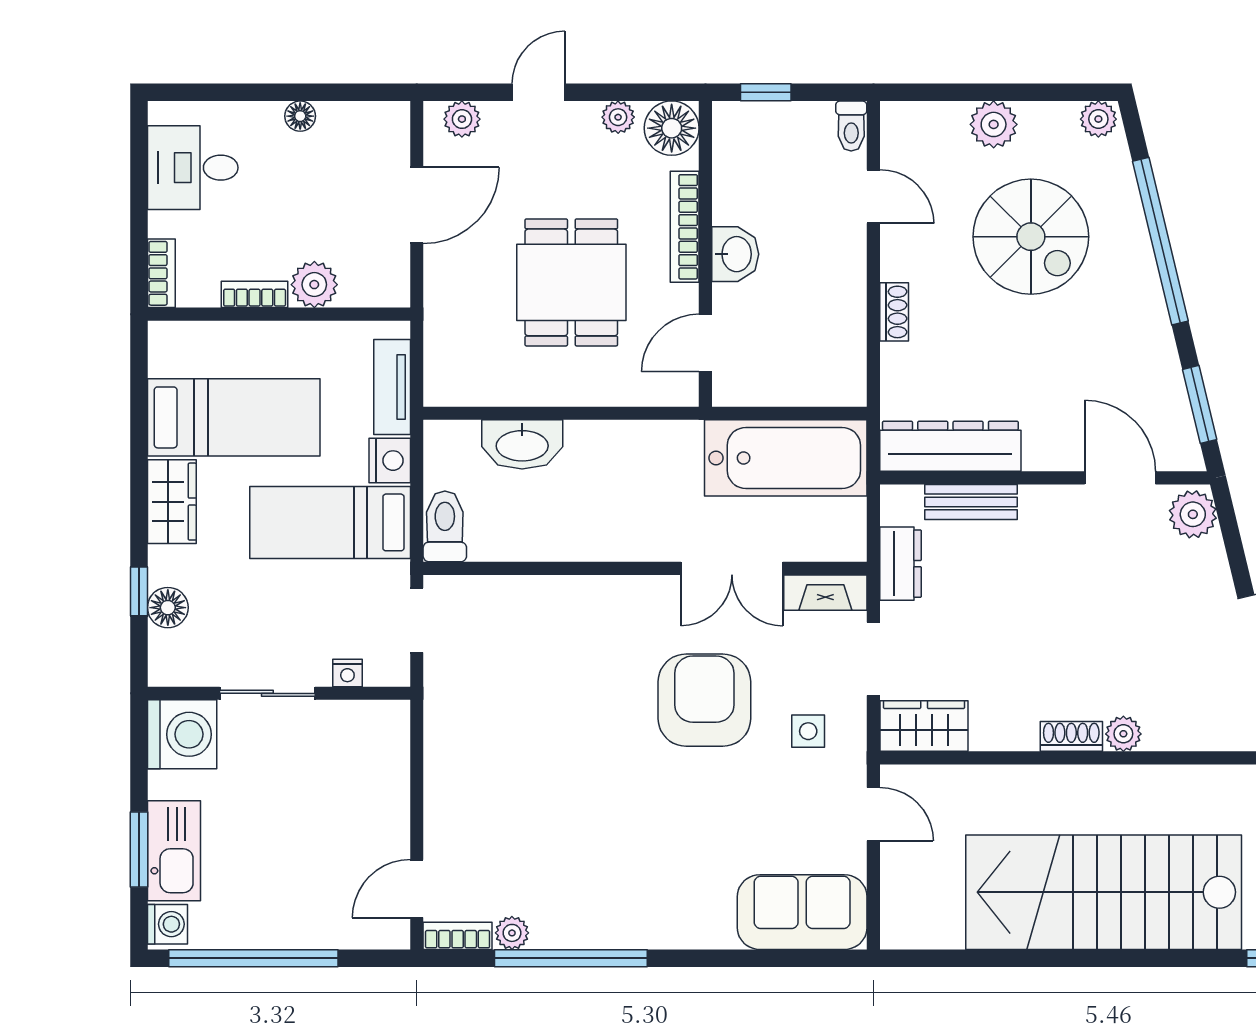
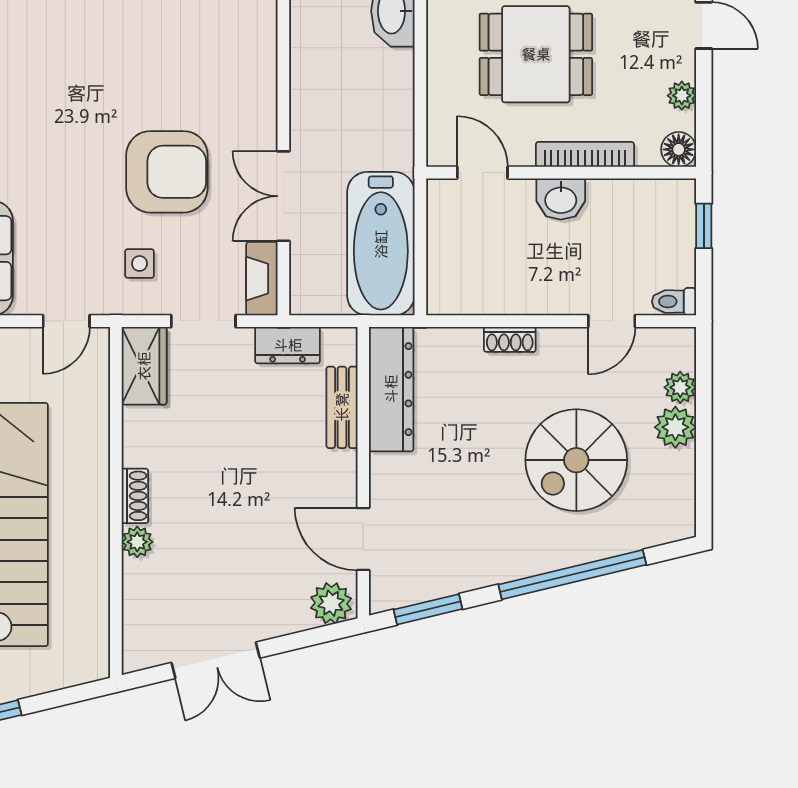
plant: (1098, 119) -> (680, 387), moved
floor lamp: (672, 128) -> (679, 149), width x0.73, depth x0.73
door: (1120, 478) -> (363, 539), swing flipped

